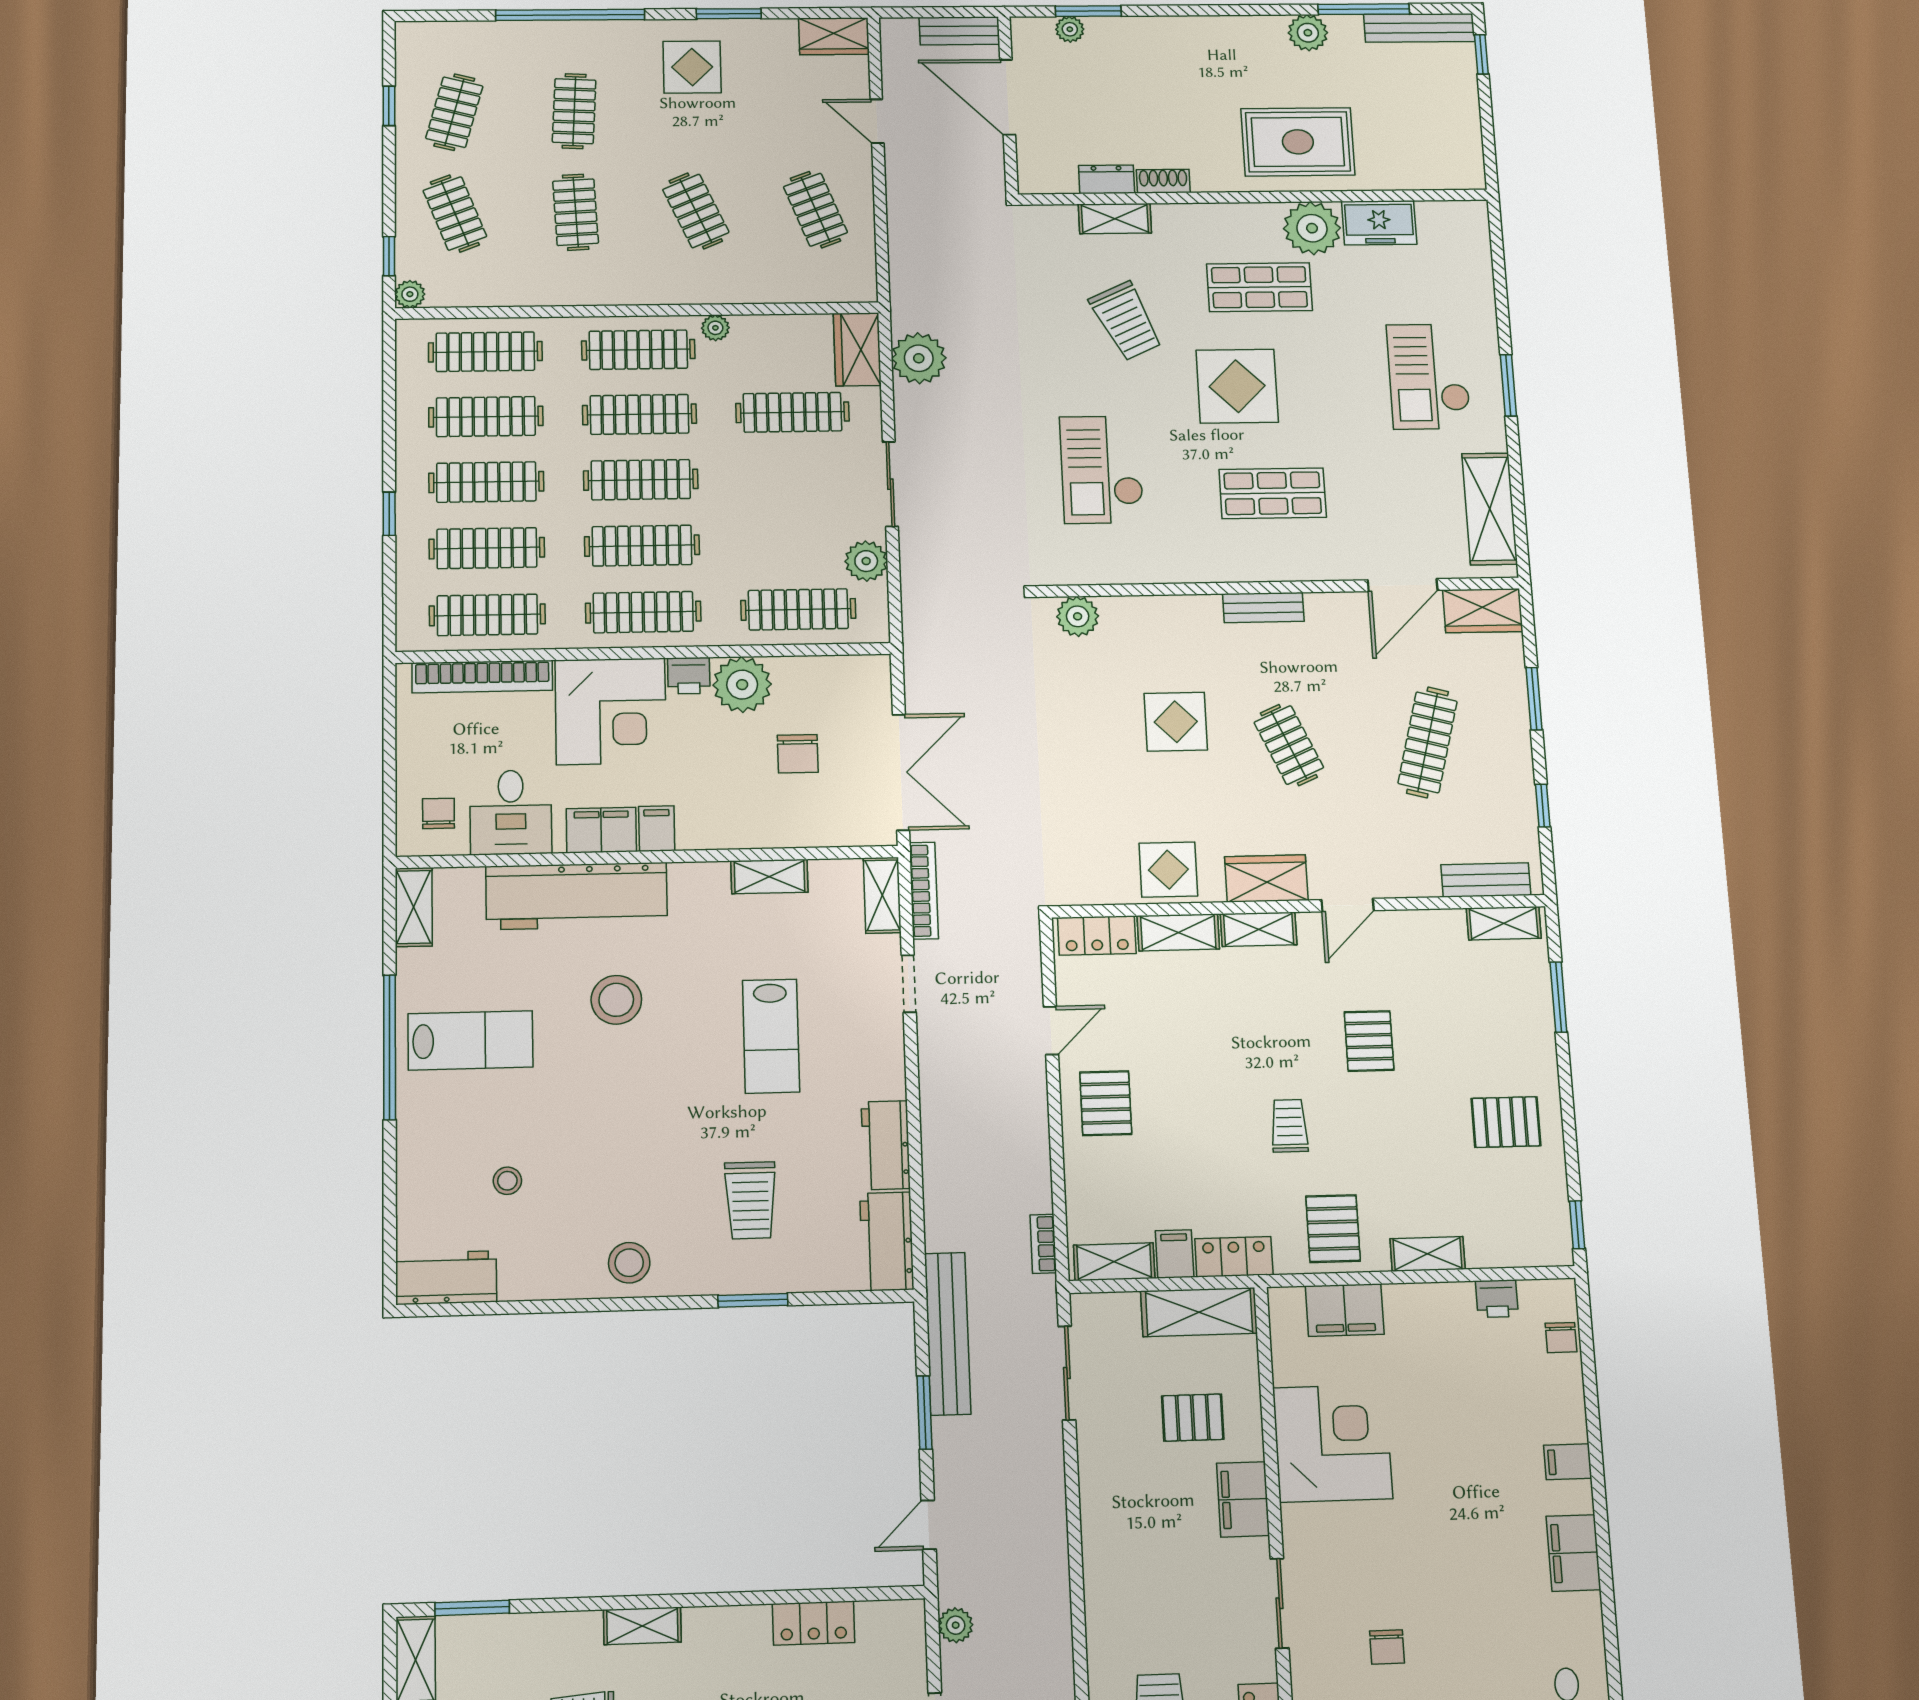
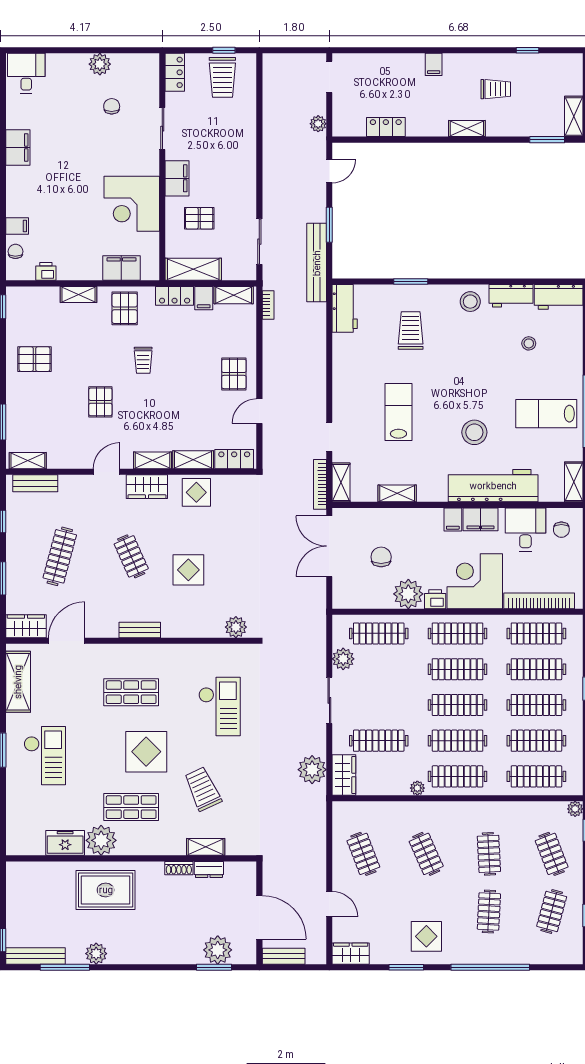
plant: (1070, 29) -> (218, 950), width x1.88, depth x1.88
workbench: (886, 1145) -> (511, 296), moved, turned 90
filing cabinet: (1568, 1462) -> (17, 226), moved

